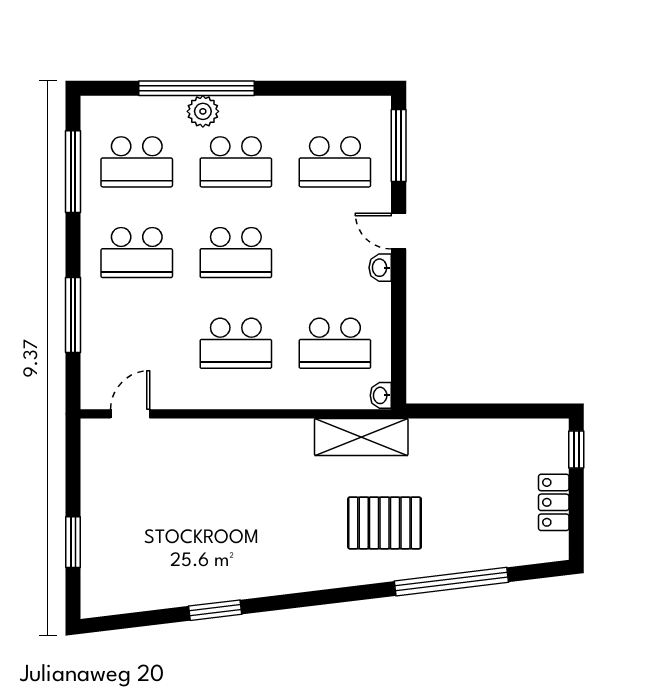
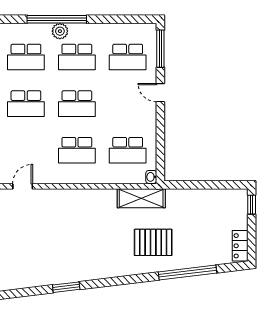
washbasin: (380, 268) -> (151, 111), removed
locker: (554, 502) -> (240, 246), moved

